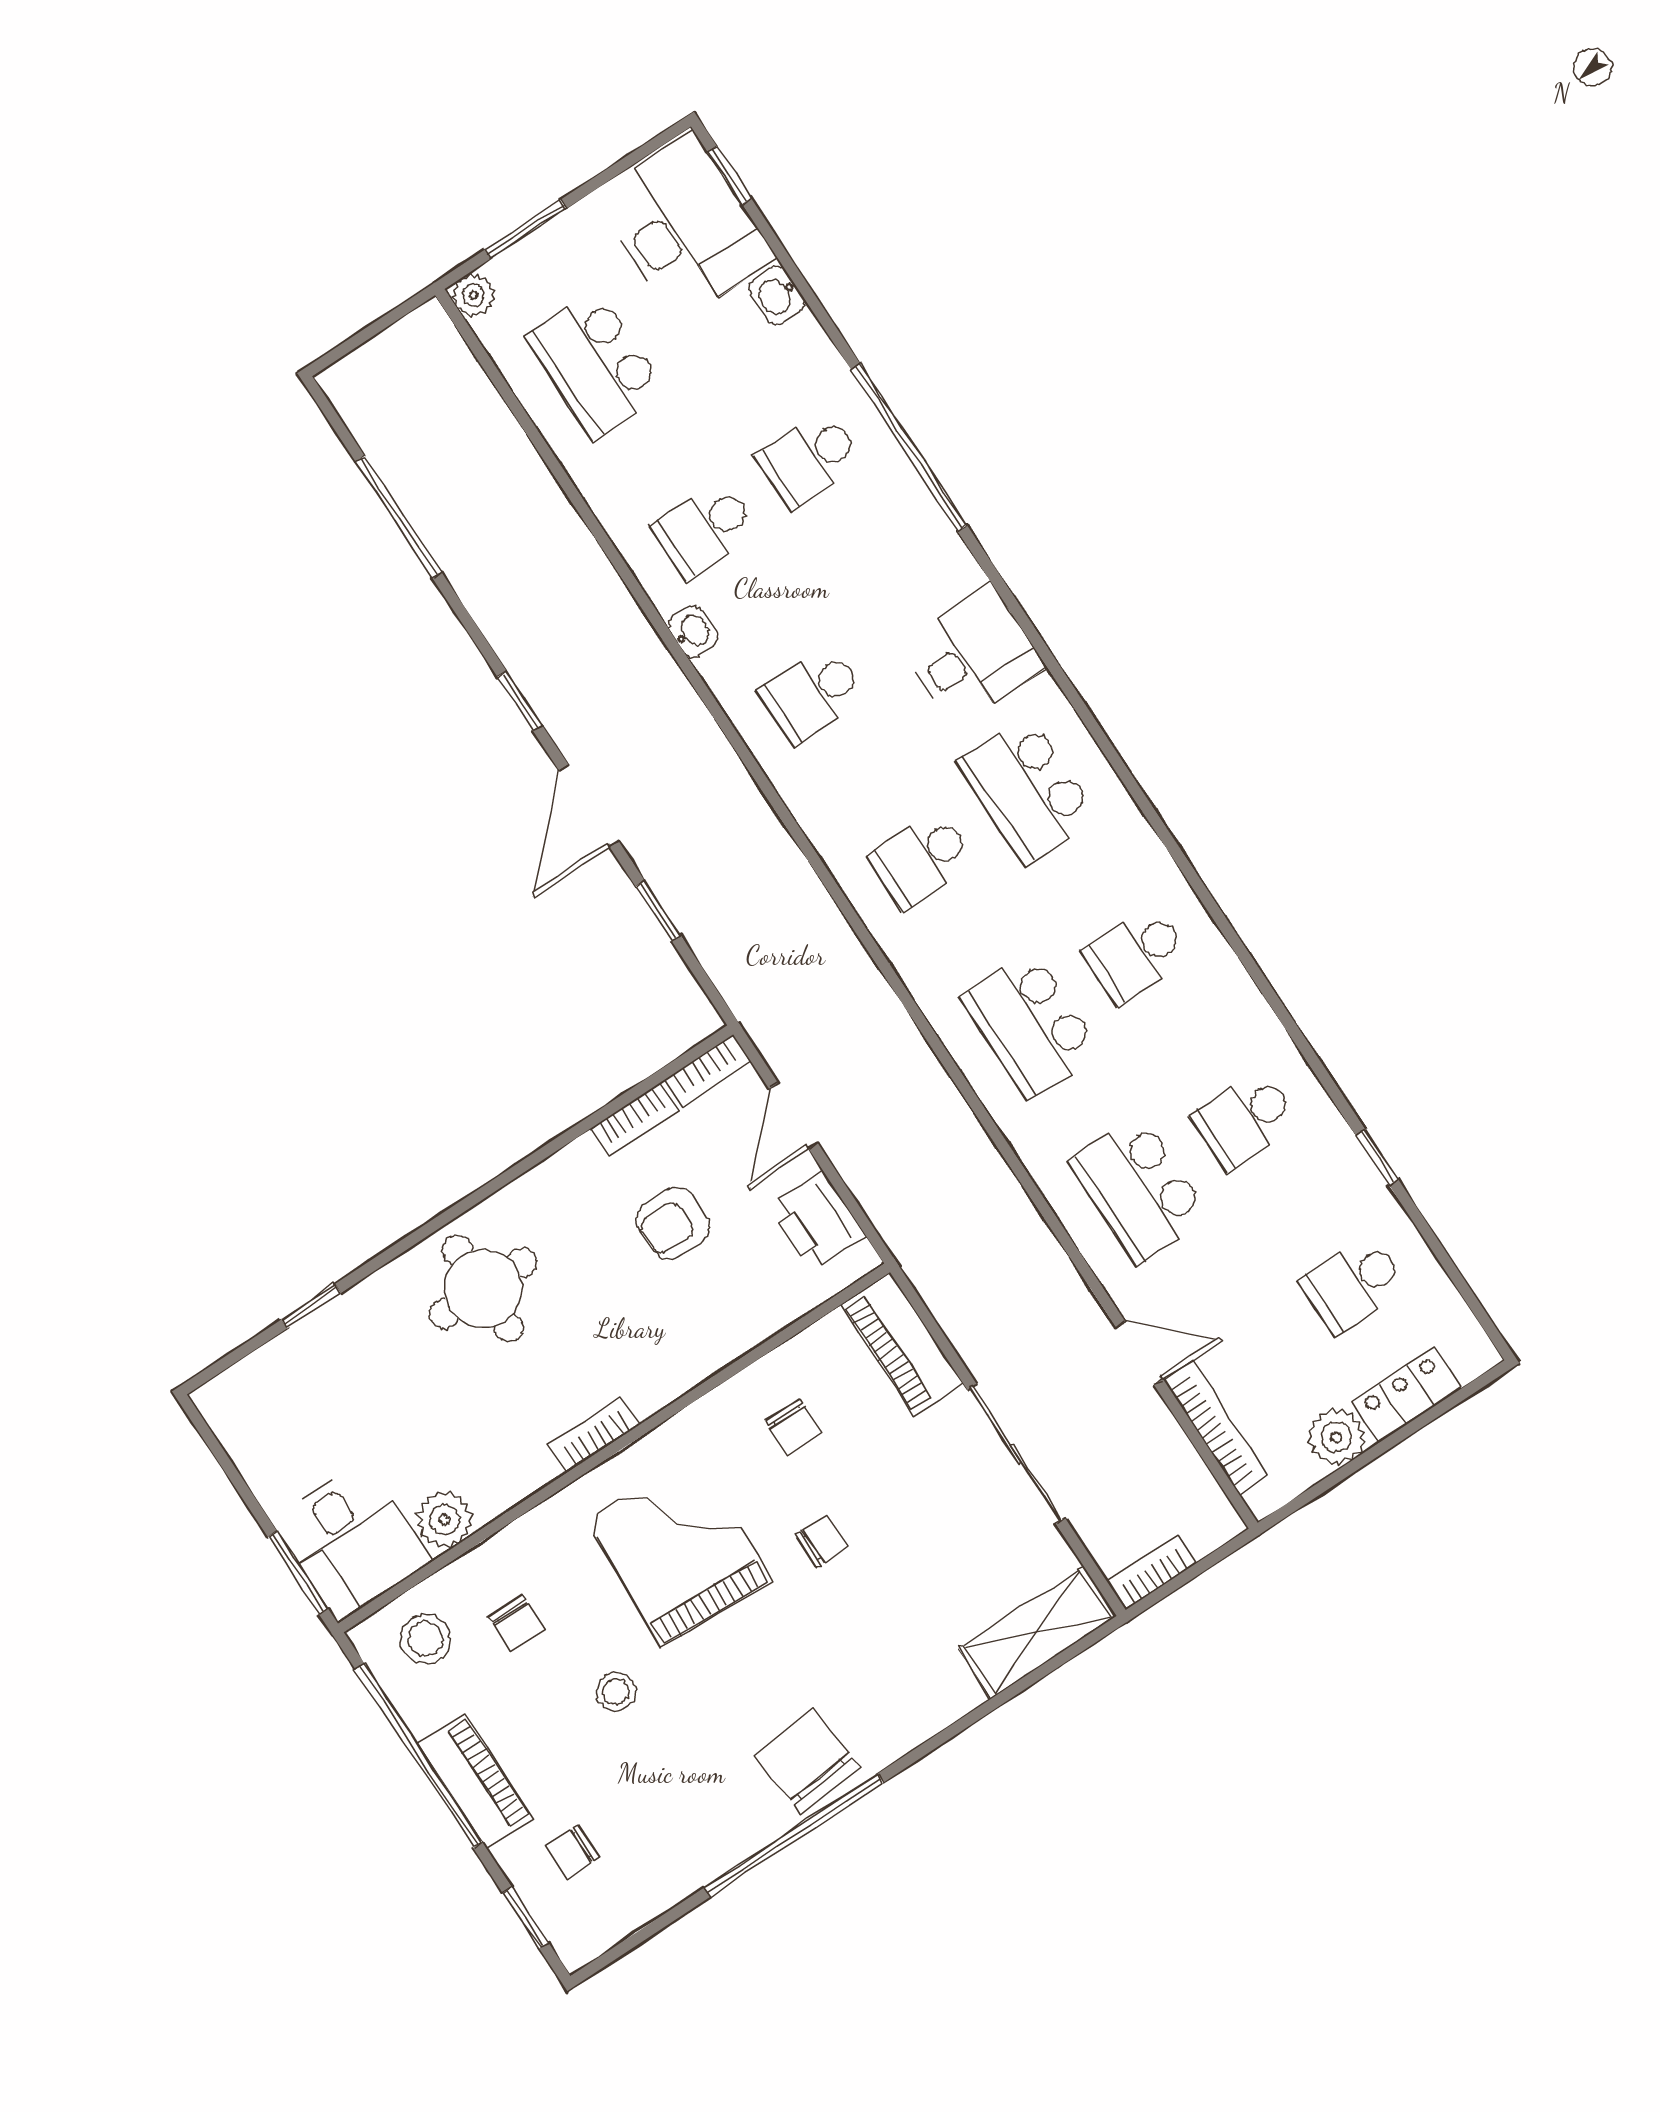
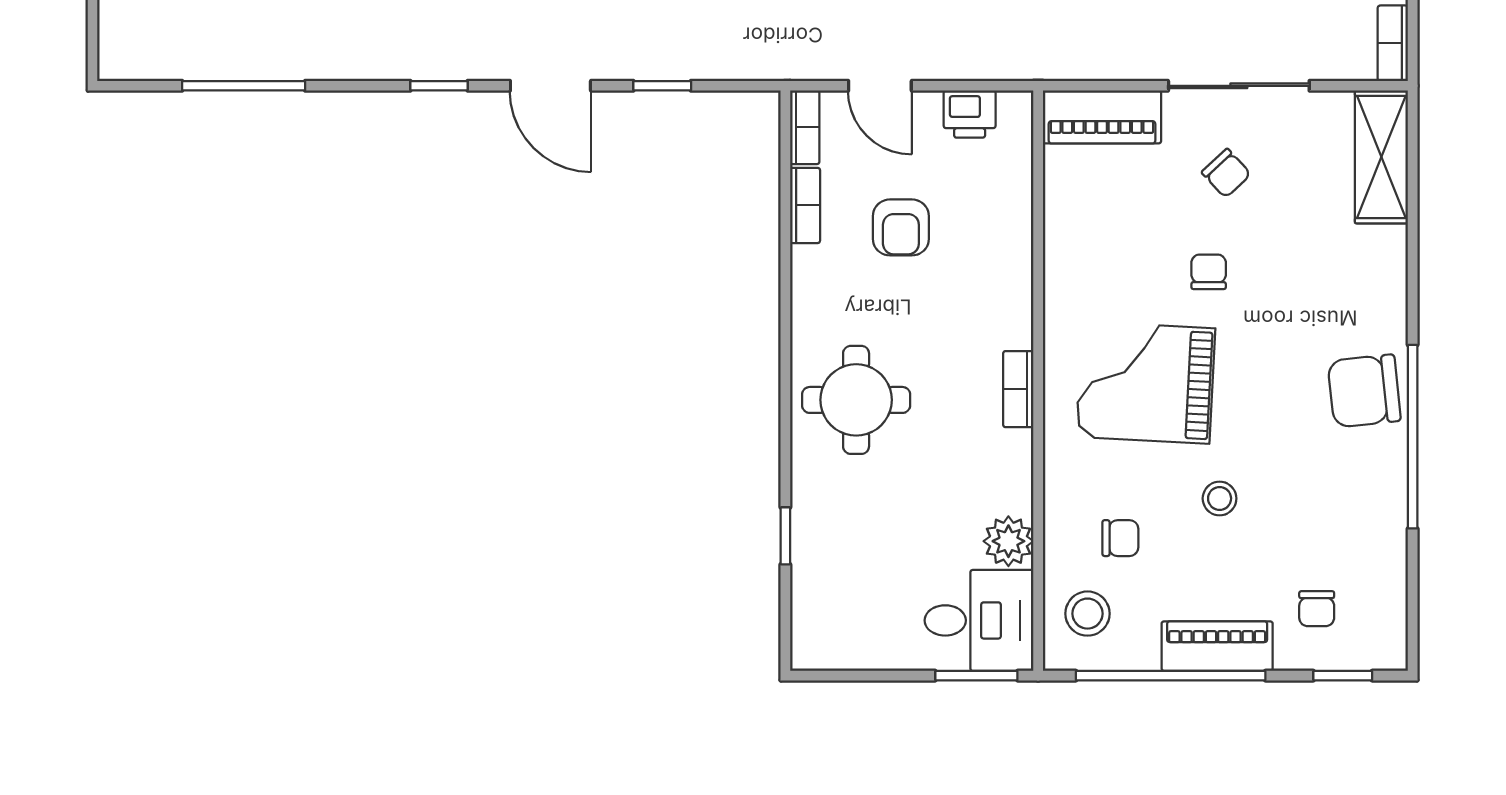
printer: (817, 1221) -> (970, 114), width x0.73, depth x0.81
chair: (794, 1426) -> (1226, 173), moved, turned 47

